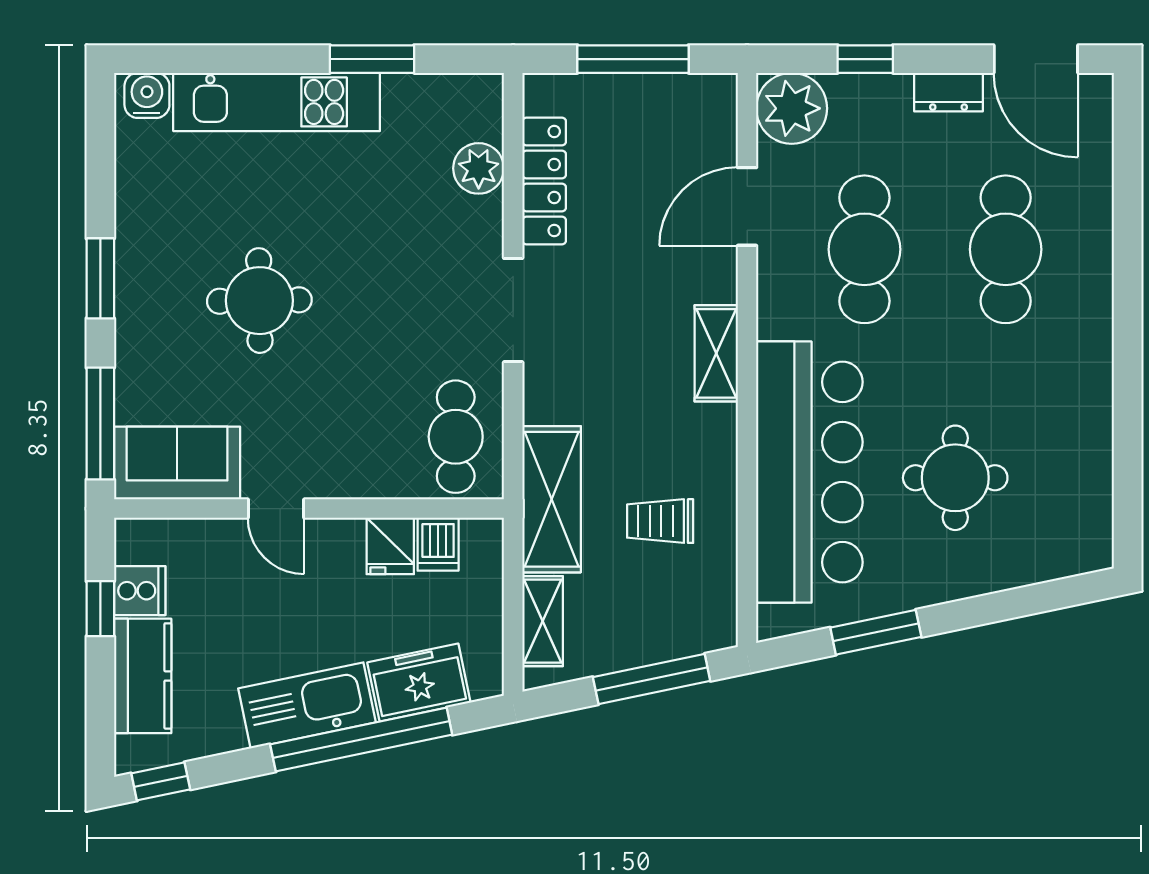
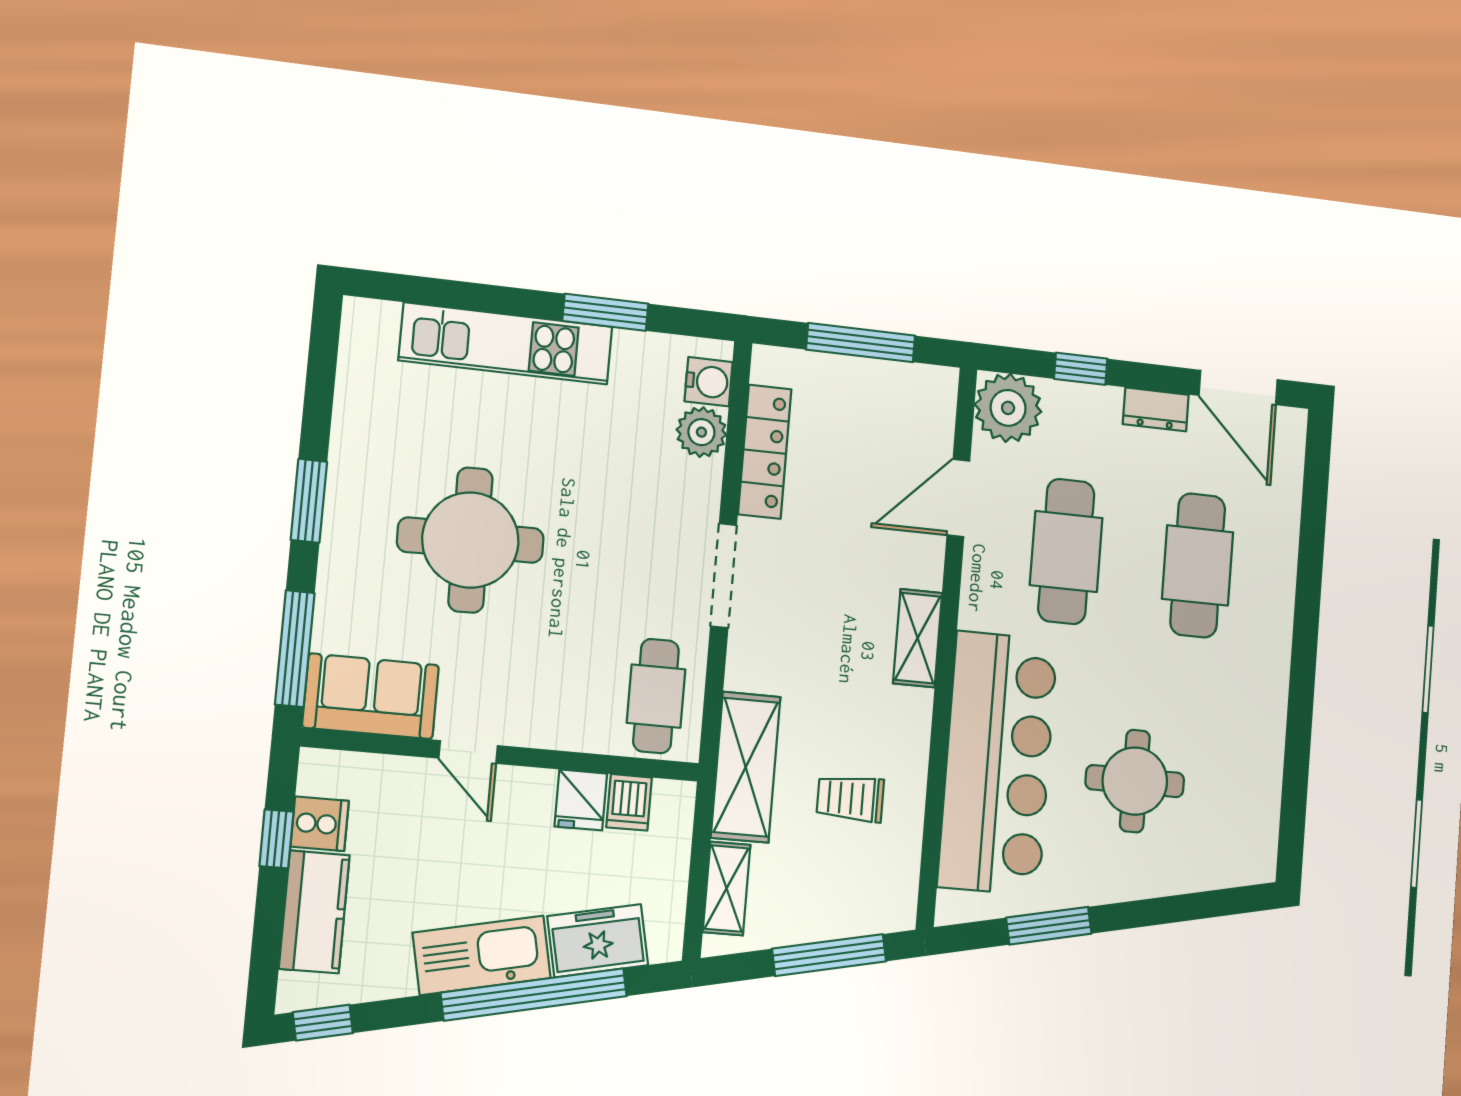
water cooler: (147, 95) -> (709, 382), moved, turned 90
round table: (259, 301) -> (470, 540), width x1.36, depth x1.36

